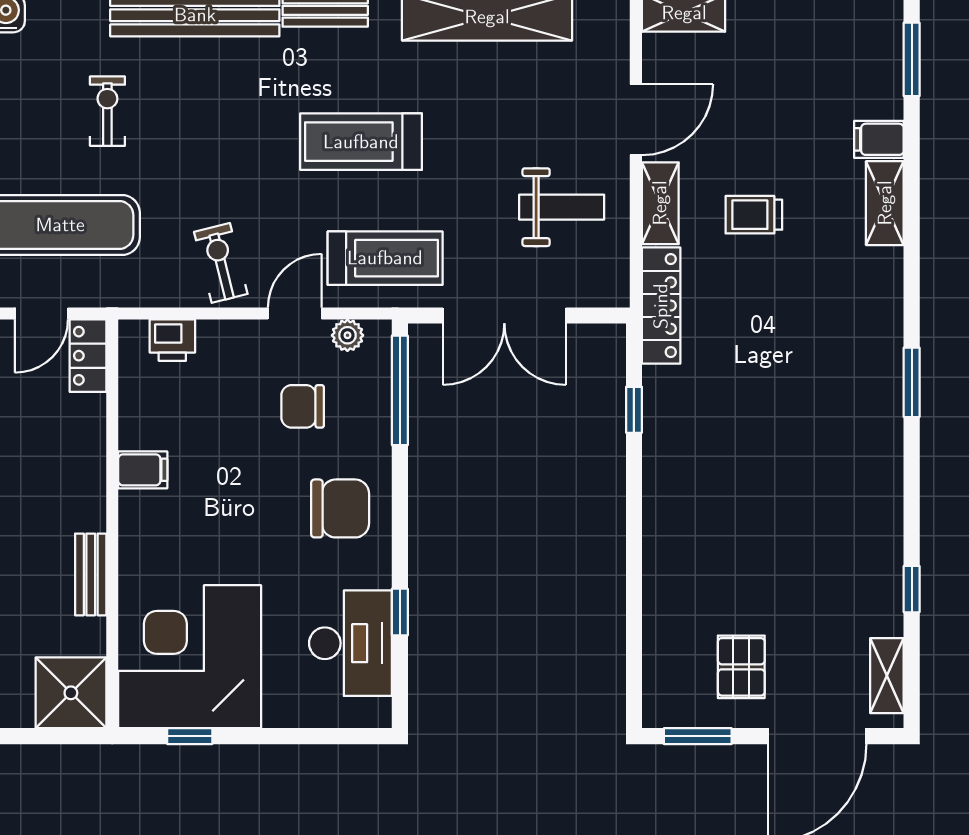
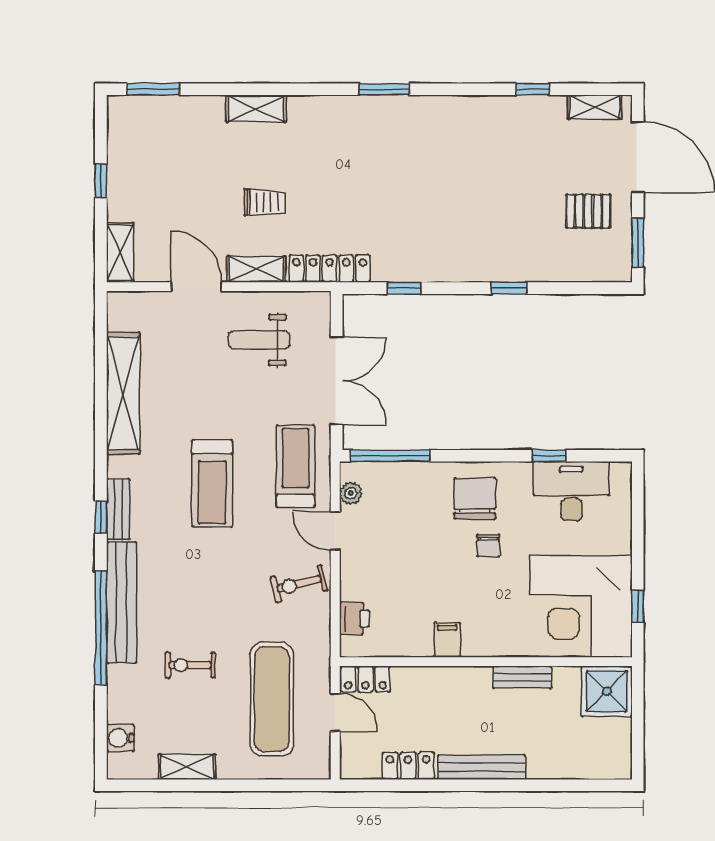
filing cabinet: (879, 139) -> (211, 113), removed
weight bench: (562, 207) -> (259, 340), turned -90
trolley: (754, 215) -> (264, 202), turned -90
chair: (303, 406) -> (488, 546), moved, width x0.73, depth x0.73
window: (634, 556) -> (509, 288), added

